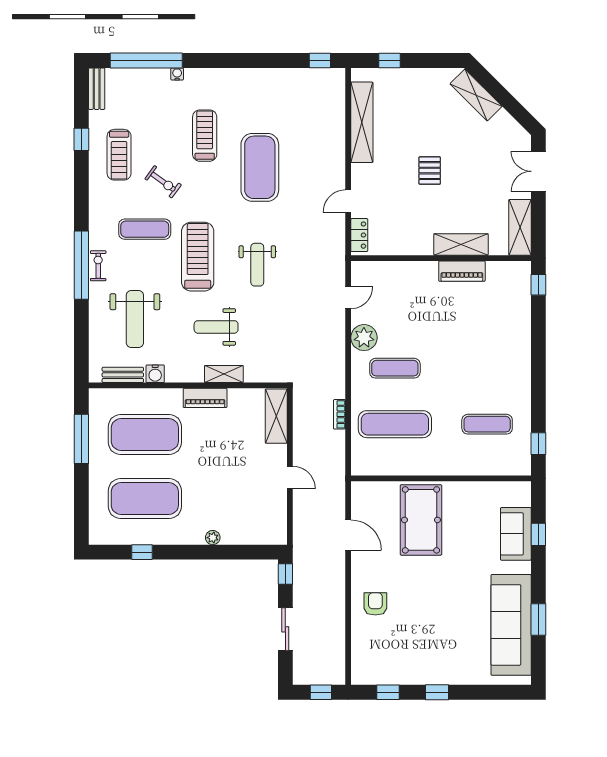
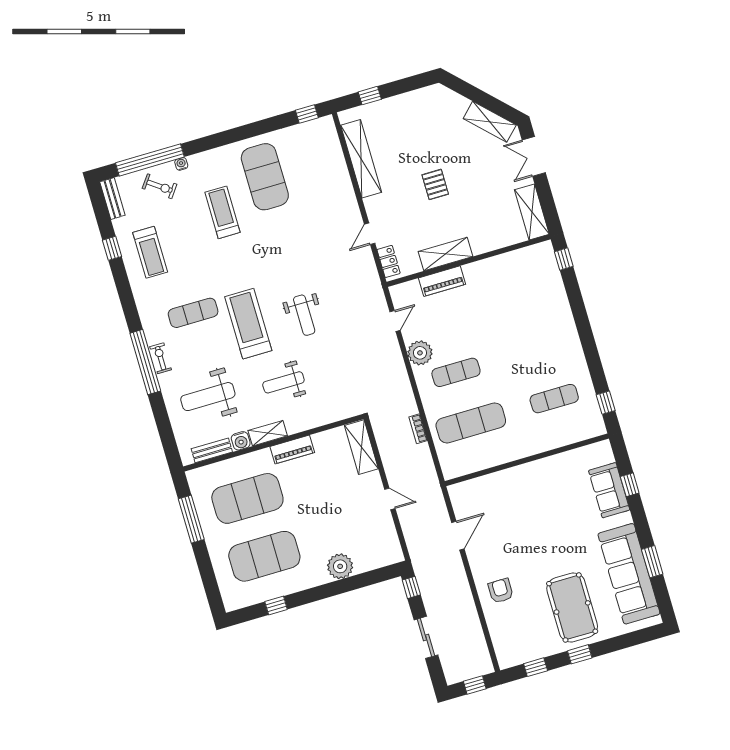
shelving: (476, 95) -> (490, 122), moved
exercise mat: (260, 167) -> (265, 177), moved
exercise bike: (163, 182) -> (160, 186), moved
shelving: (461, 244) -> (446, 254), moved
piano: (462, 271) -> (442, 281), moved
weight bench: (135, 319) -> (208, 397), turned 90
shelving: (224, 374) -> (268, 433), moved
pool table: (421, 520) -> (572, 607), moved
door: (348, 535) -> (458, 536), hinge flipped
plant: (213, 538) -> (340, 566), width x1.87, depth x1.87

